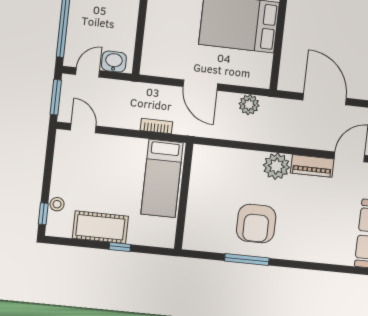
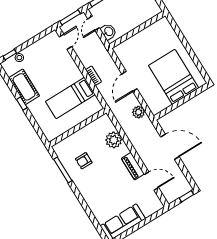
door: (88, 72) -> (94, 23), swing flipped
door: (325, 99) -> (170, 147), hinge flipped
plant: (276, 166) -> (114, 140), moved
wall: (184, 196) -> (78, 128), moved
armchair: (256, 224) -> (84, 161), width x0.53, depth x0.53

